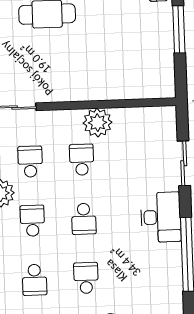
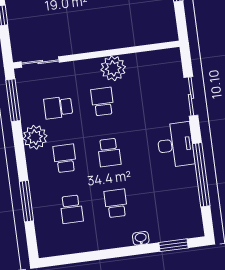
school desk: (30, 162) -> (58, 107), turned -90

